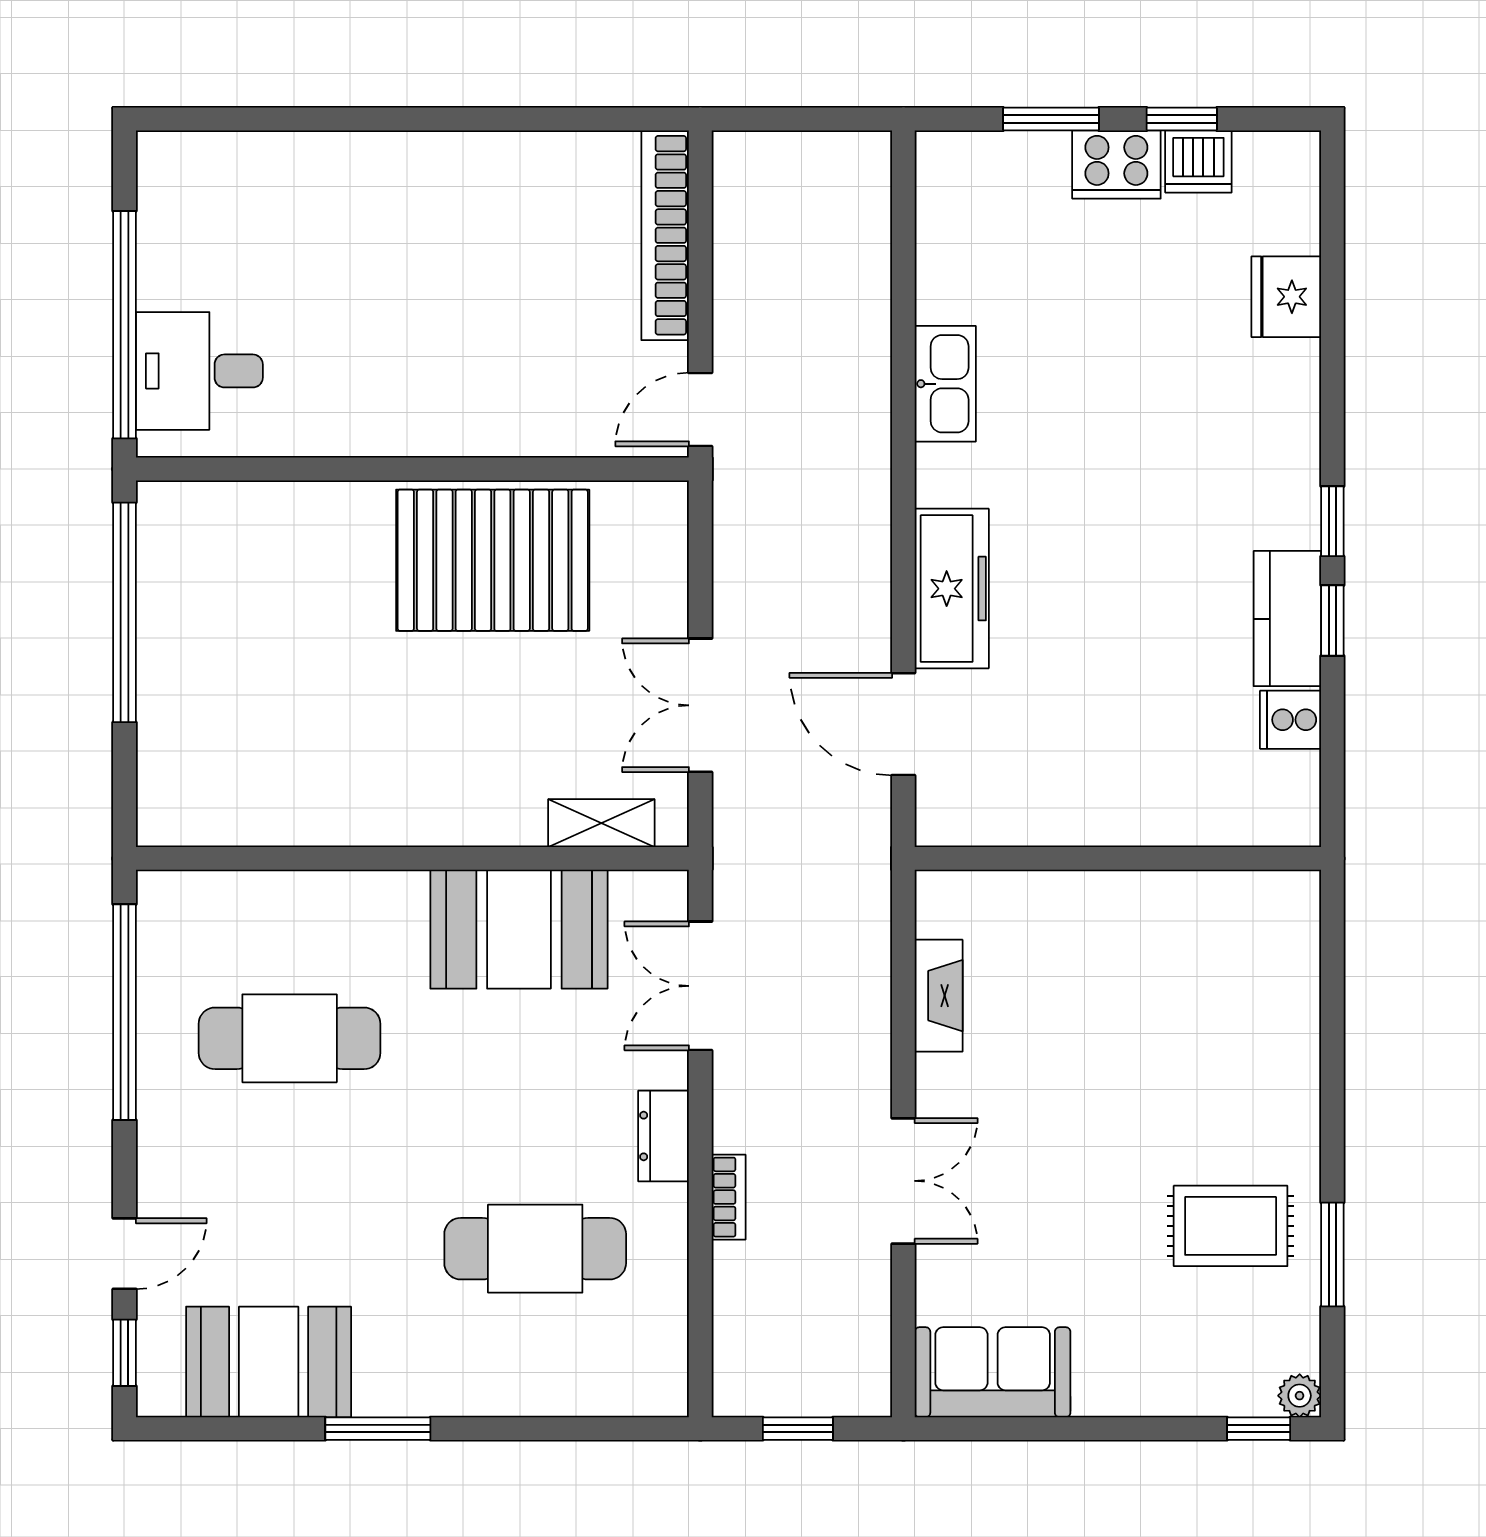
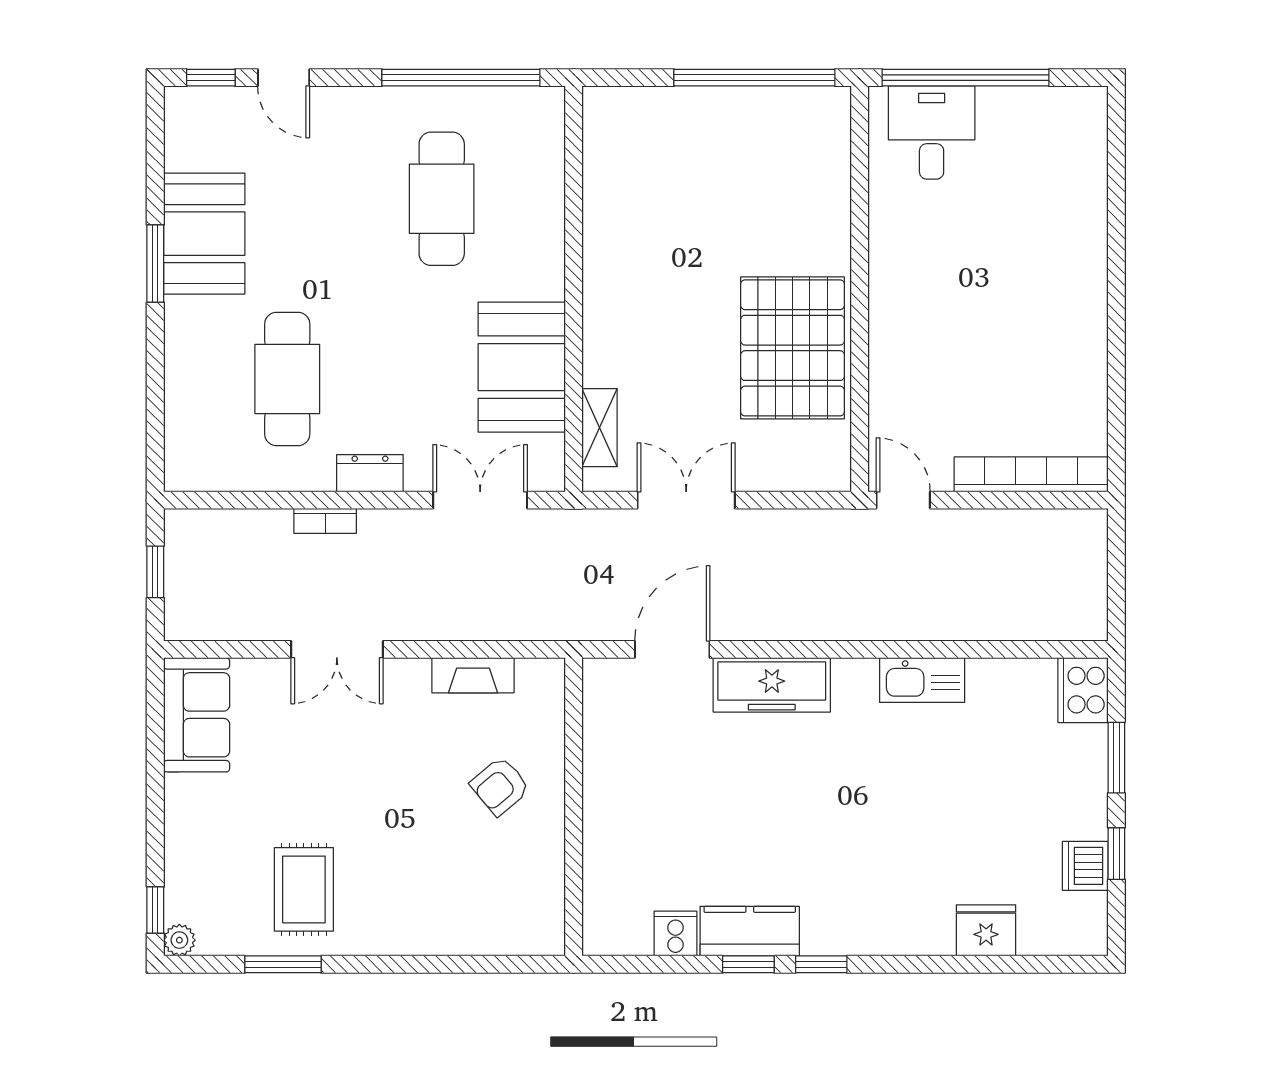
cooker: (1116, 164) -> (1083, 690), moved
armchair: (1090, 959) -> (500, 786), added
booth: (269, 1362) -> (204, 234), moved

